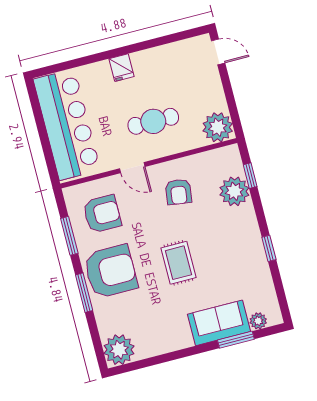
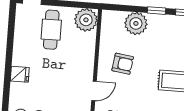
cafe table: (153, 121) -> (51, 30), moved
window: (250, 176) -> (157, 11), moved

